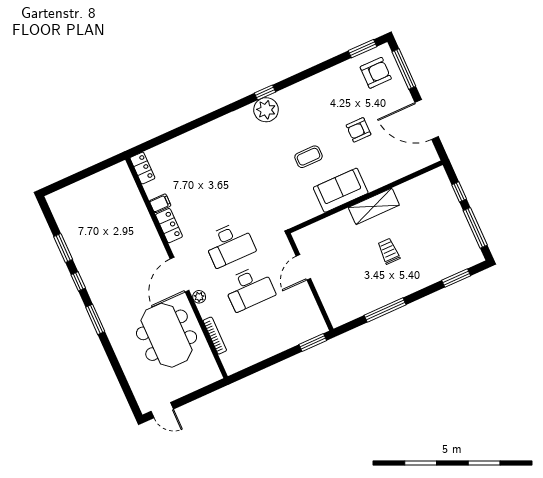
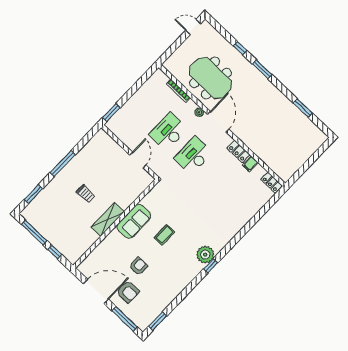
armchair: (376, 73) -> (128, 292), moved, turned -90
window: (78, 281) -> (240, 48), moved
window: (385, 310) -> (63, 164), moved

